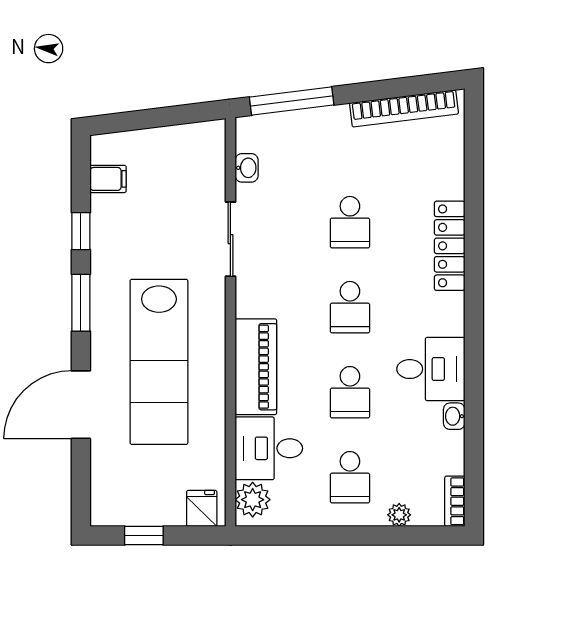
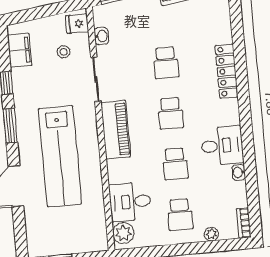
filing cabinet: (108, 179) -> (20, 50), width x2.00
stool: (181, 188) -> (64, 52), added
piano: (256, 367) -> (116, 130), moved
fridge: (202, 508) -> (77, 24), moved, turned -90

